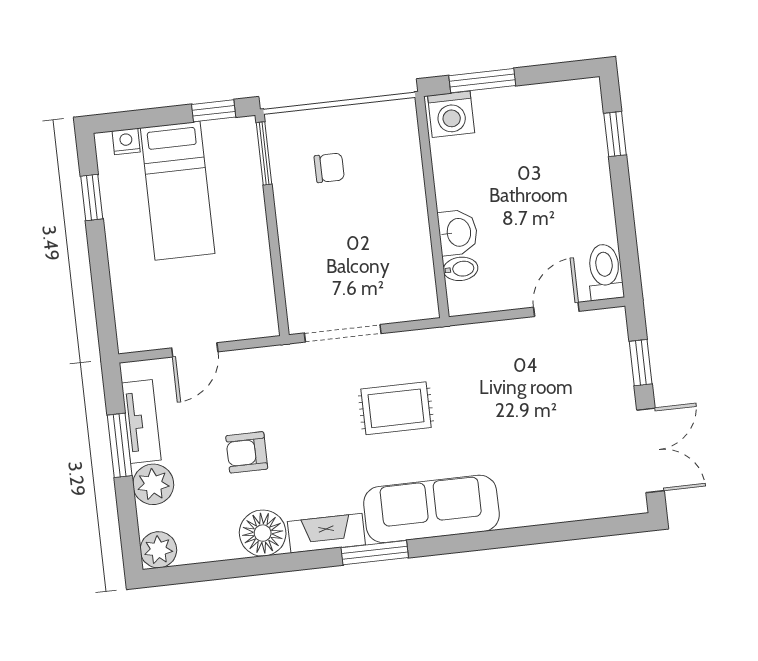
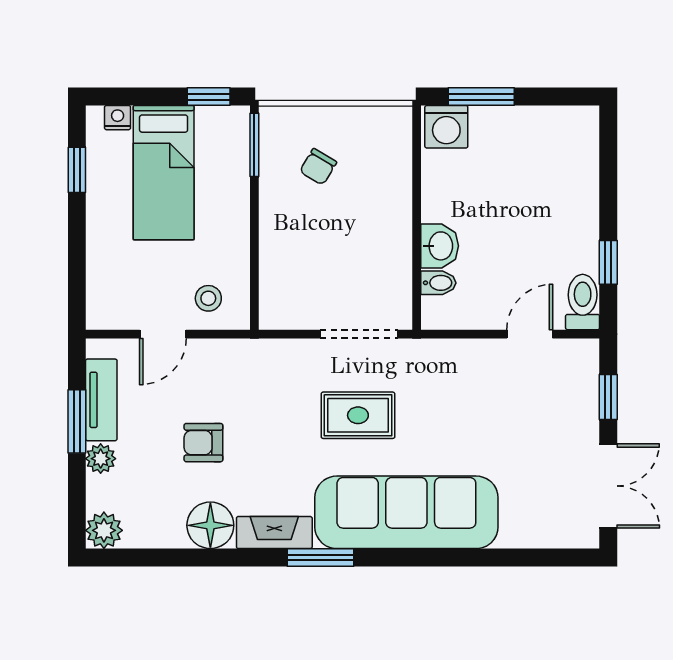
window: (615, 134) -> (608, 262), moved
chair: (329, 168) -> (318, 167), turned 121
stool: (236, 310) -> (208, 298), added
doorway: (343, 333) -> (359, 334), moved
plant: (153, 484) -> (101, 459), width x0.73, depth x0.73
sofa: (431, 509) -> (406, 512), width x1.36, depth x1.27

